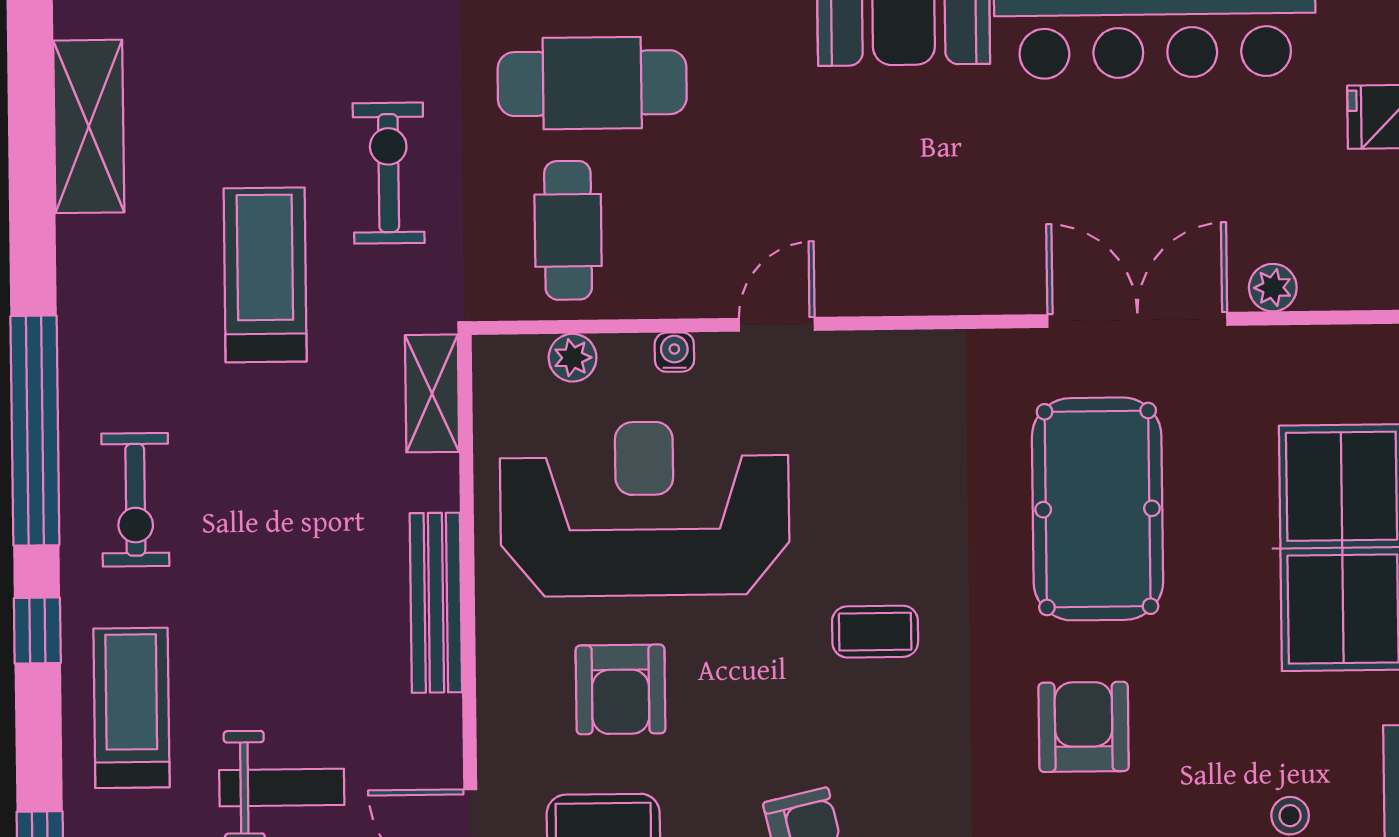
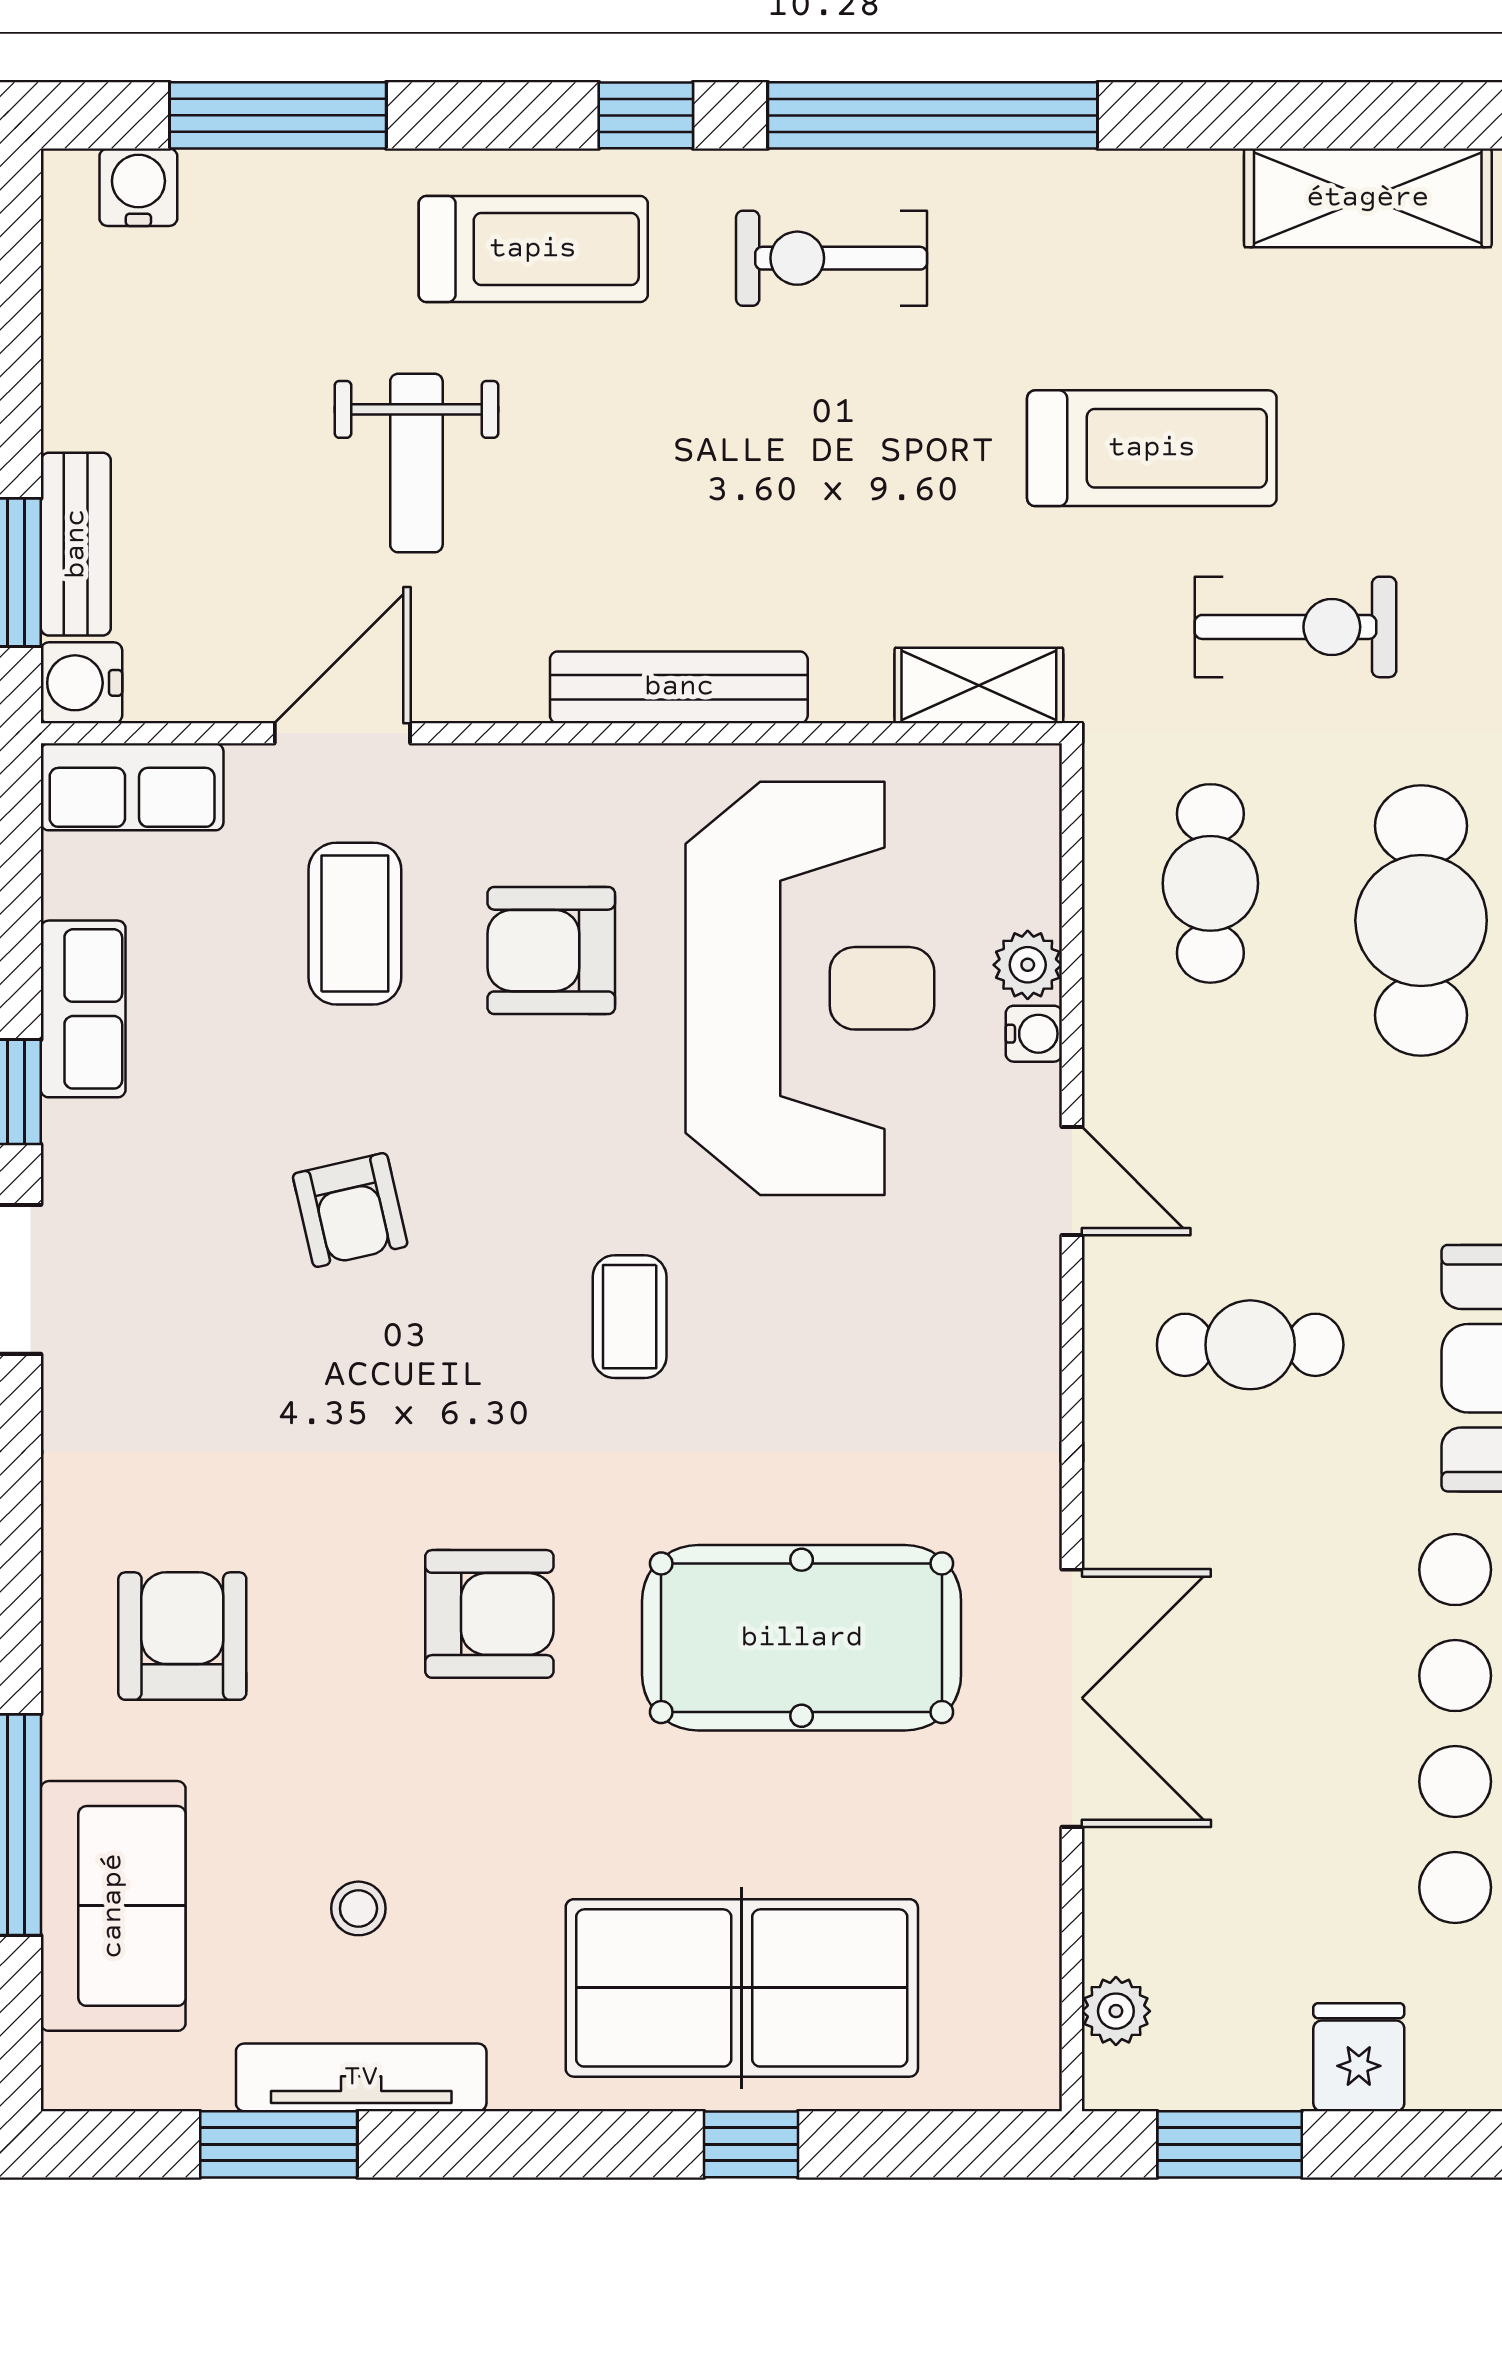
cafe table: (889, 199) -> (1250, 1345), added
cafe table: (568, 230) -> (1210, 883), turned 90
plant: (1273, 288) -> (1116, 2011), moved
plant: (573, 358) -> (1028, 965), moved

